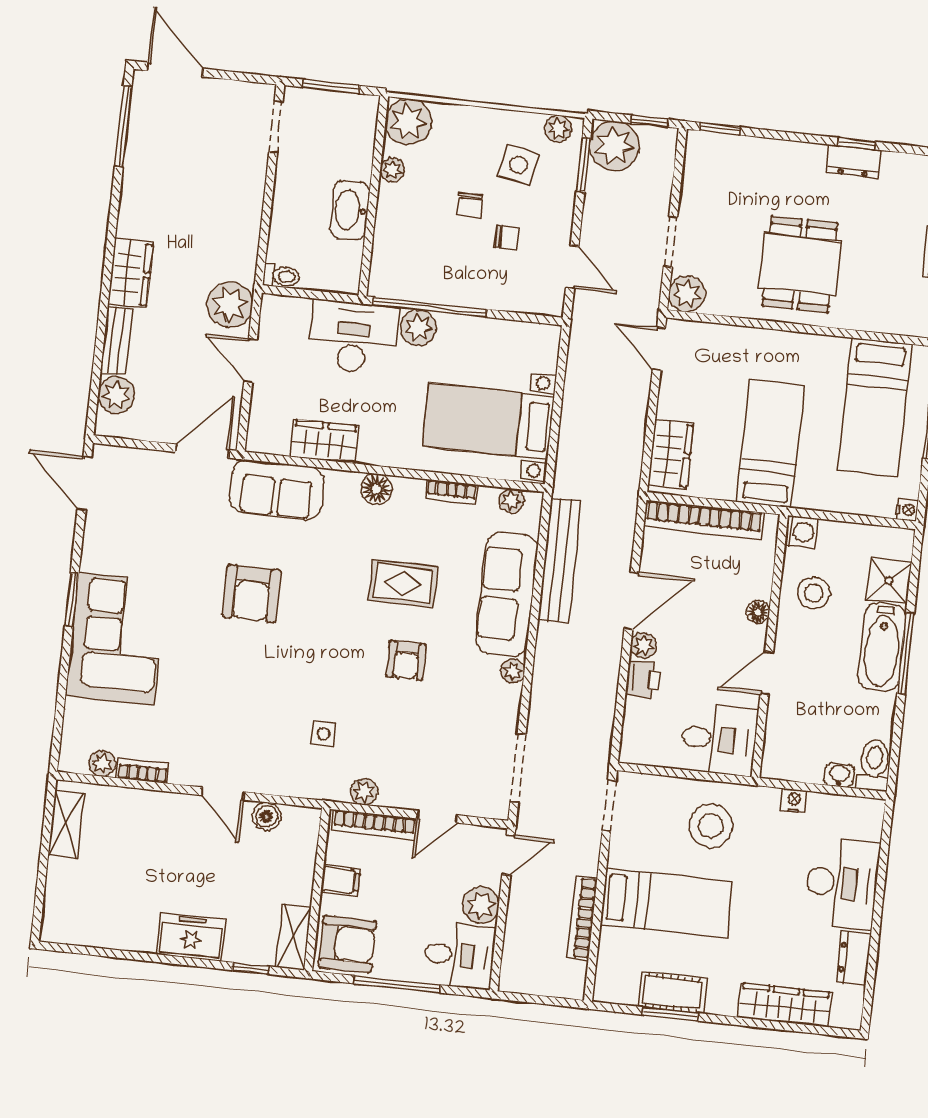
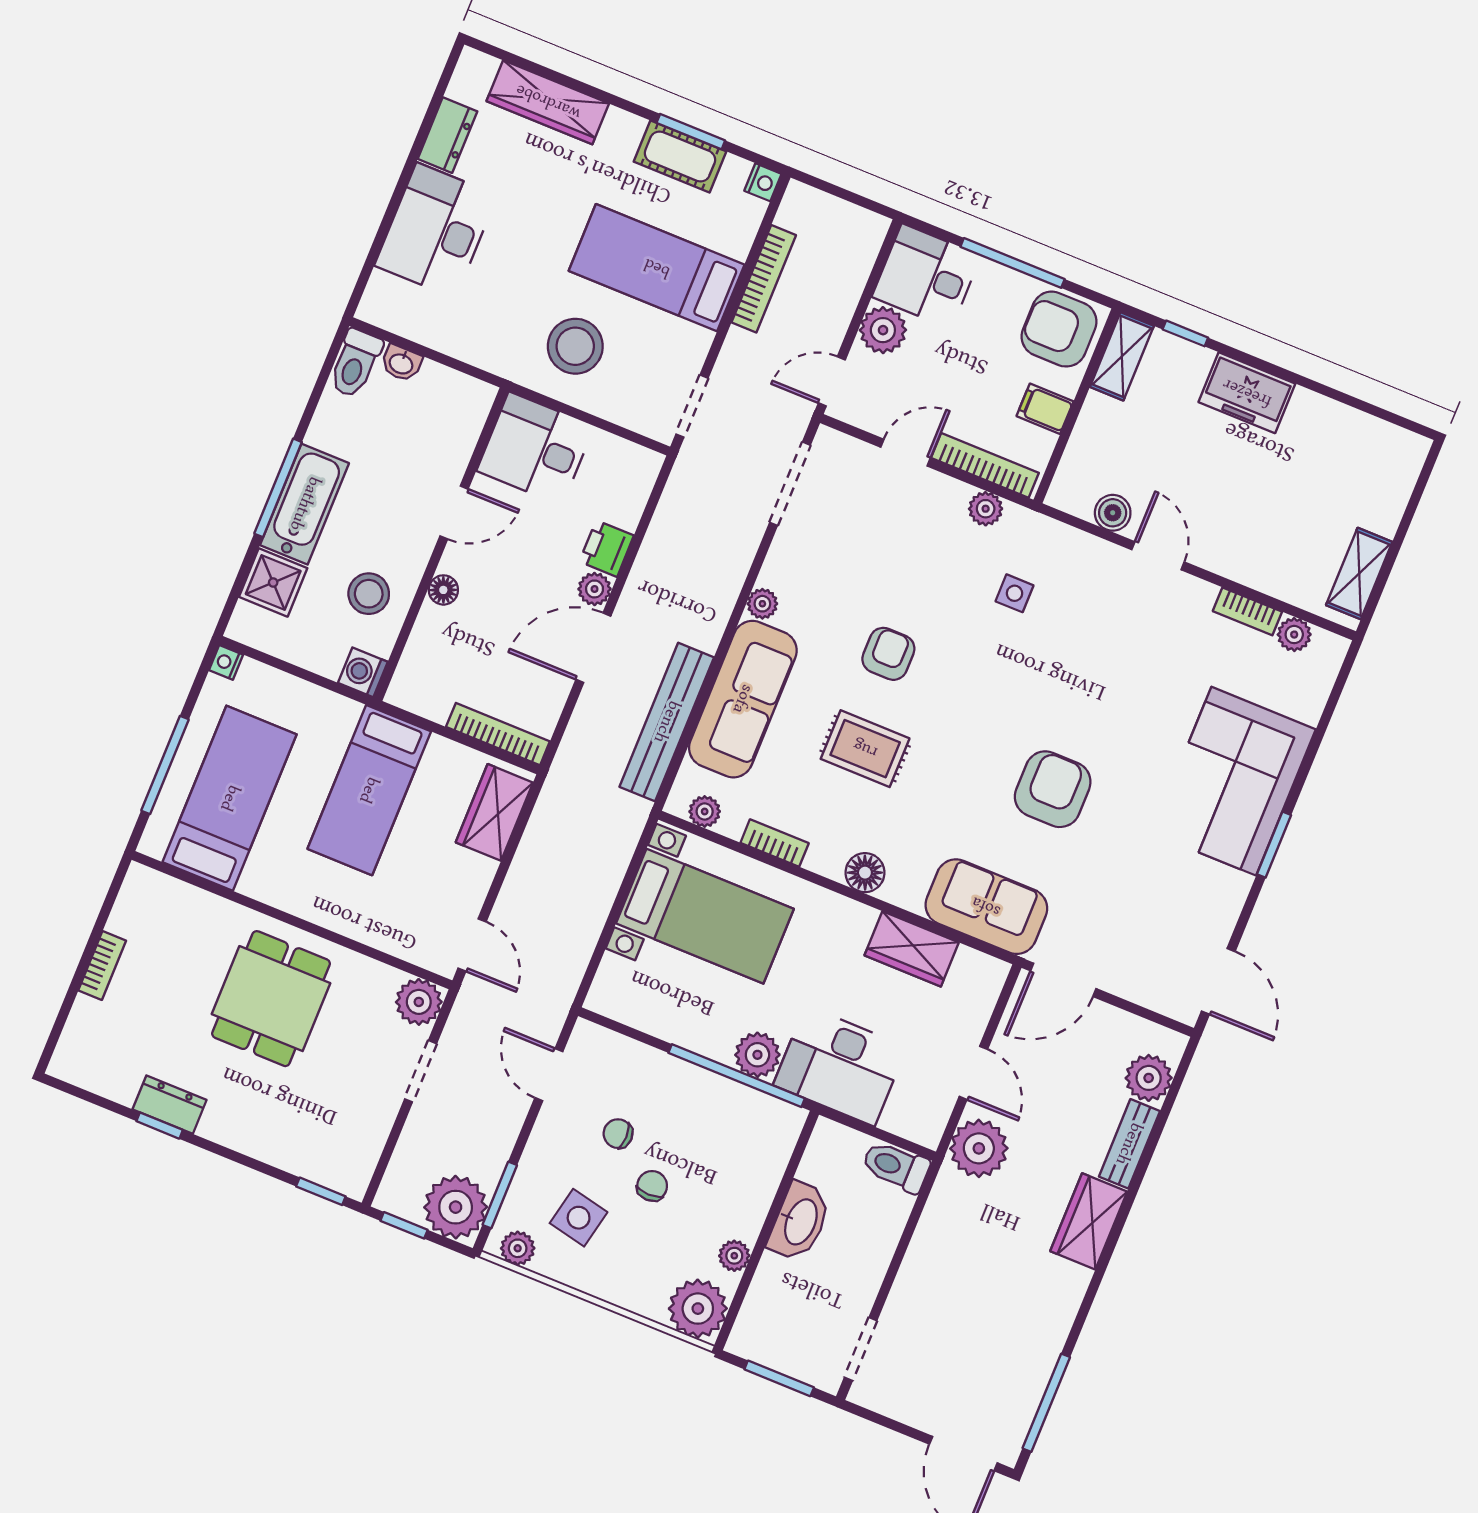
toilet: (282, 276) -> (896, 1167), width x1.37, depth x1.39
bookcase: (704, 520) -> (498, 734), width x0.68, depth x0.76
nightstand: (794, 801) -> (763, 182), moved, turned -90

